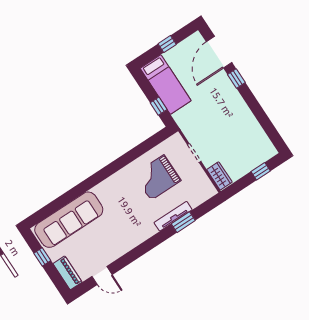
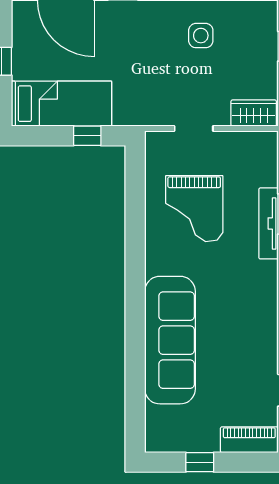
side table: (239, 128) -> (201, 36), added
sofa: (69, 220) -> (170, 340), moved

